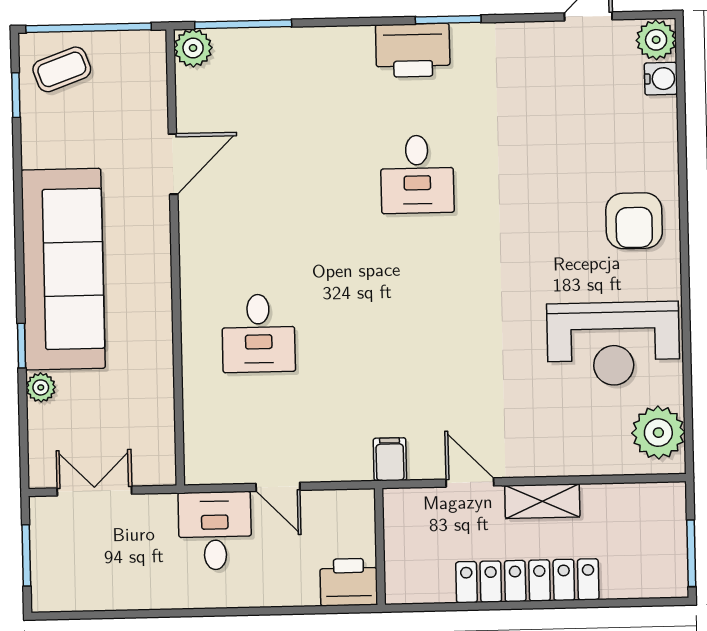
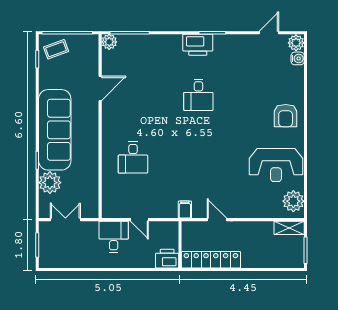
plant: (41, 387) -> (50, 183), width x1.88, depth x1.88
shelving: (542, 501) -> (289, 228), moved
locker: (527, 581) -> (211, 260), moved

